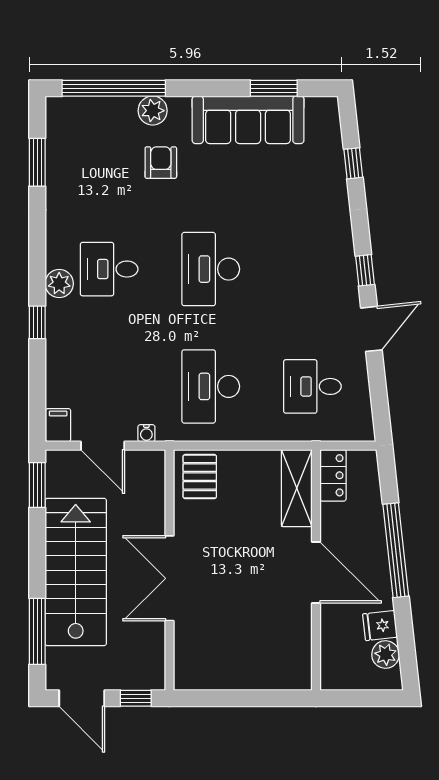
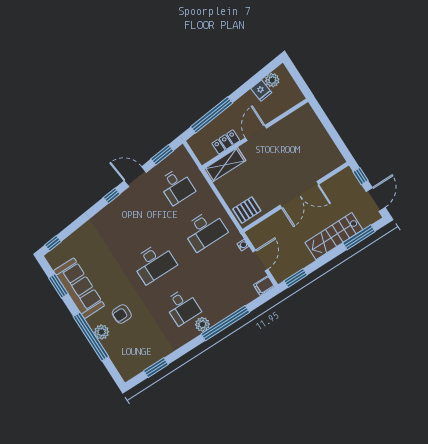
window: (114, 88) -> (91, 337), moved
window: (353, 163) -> (53, 243), moved
window: (37, 322) -> (225, 323), width x3.17
window: (379, 396) -> (162, 155), added
locker: (333, 475) -> (226, 142), moved
window: (396, 550) -> (212, 115), moved
stairs: (76, 572) -> (334, 236), width x0.73, depth x0.66
door: (316, 572) -> (256, 133), width x0.73

